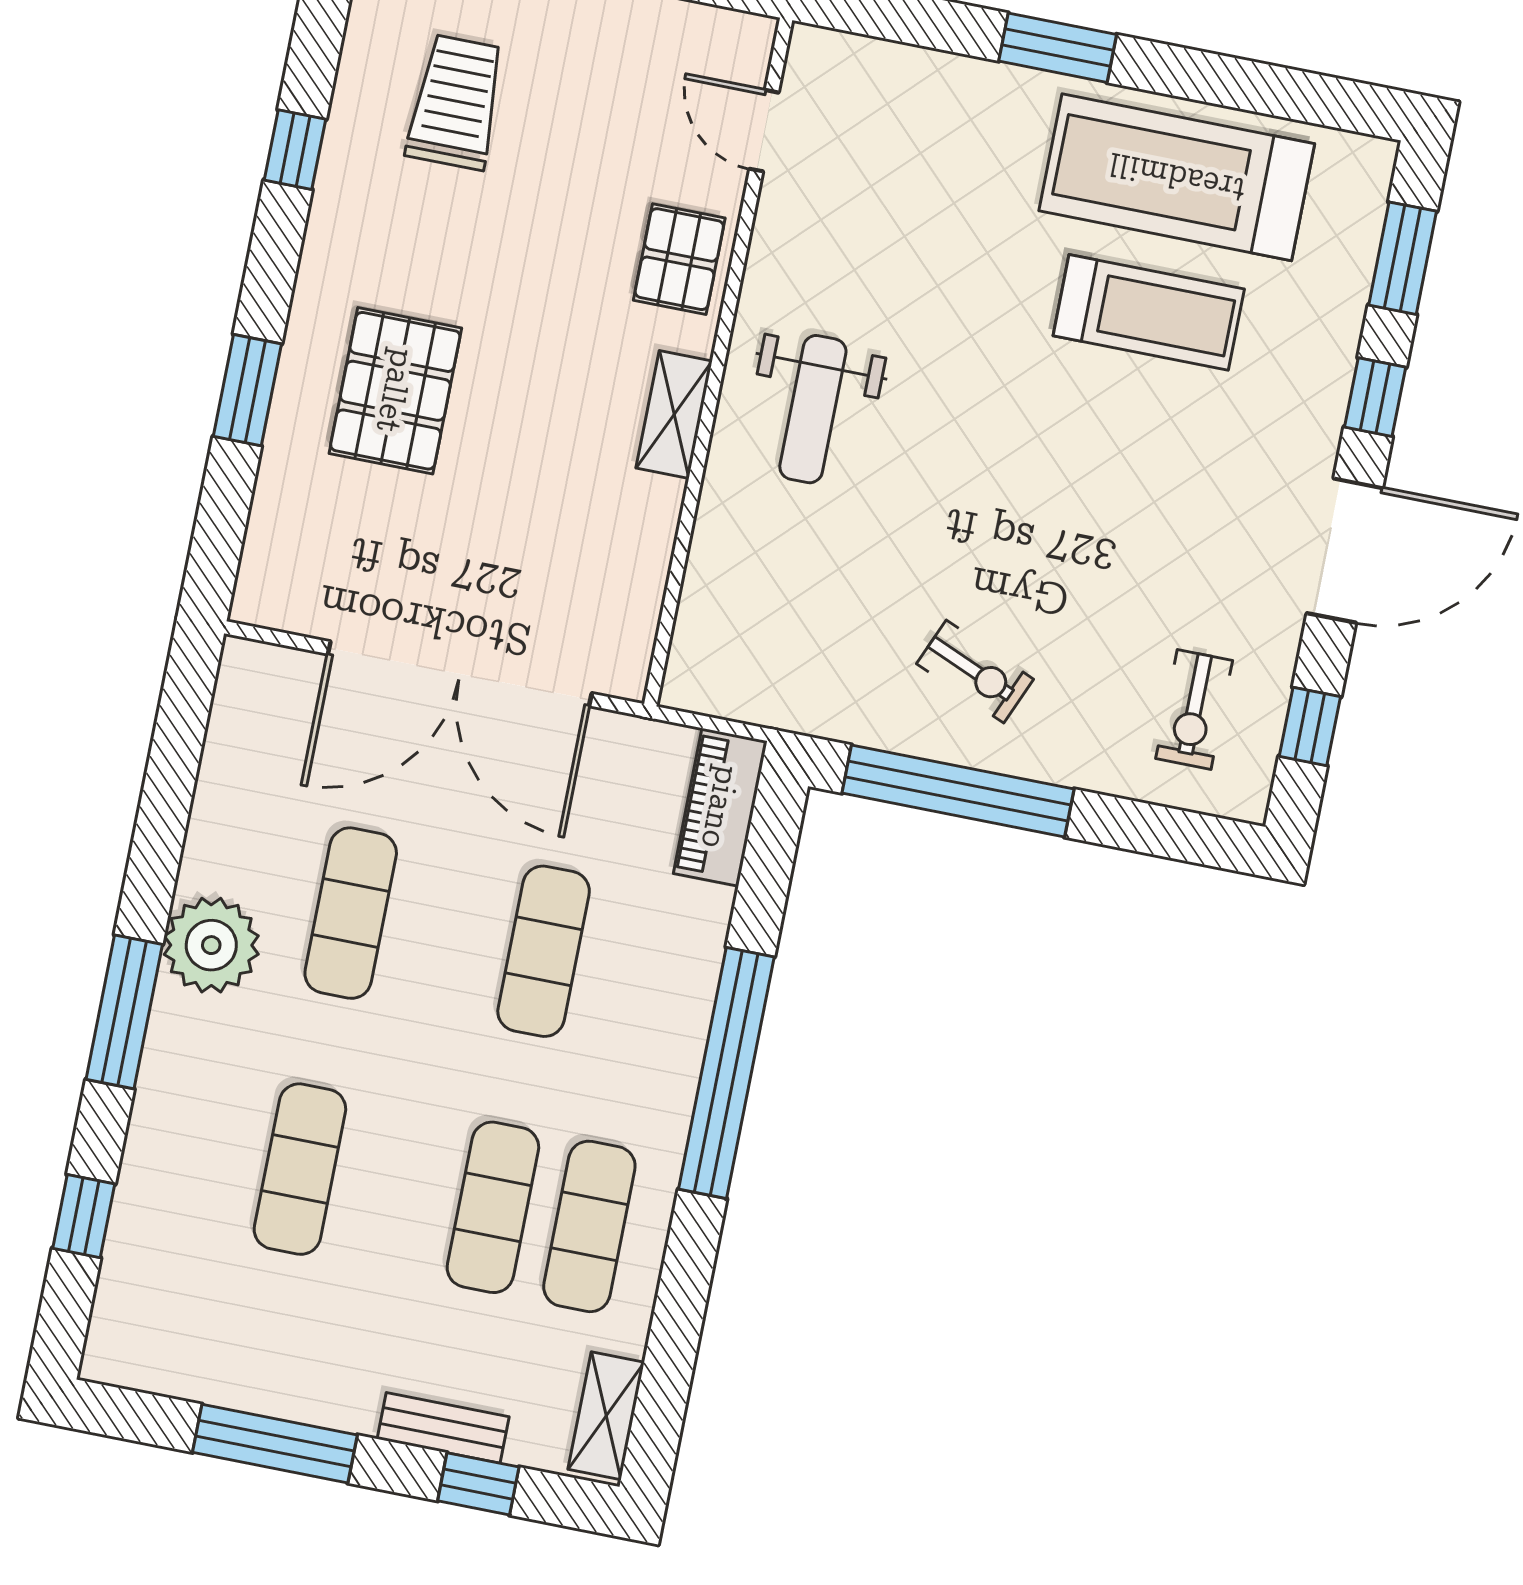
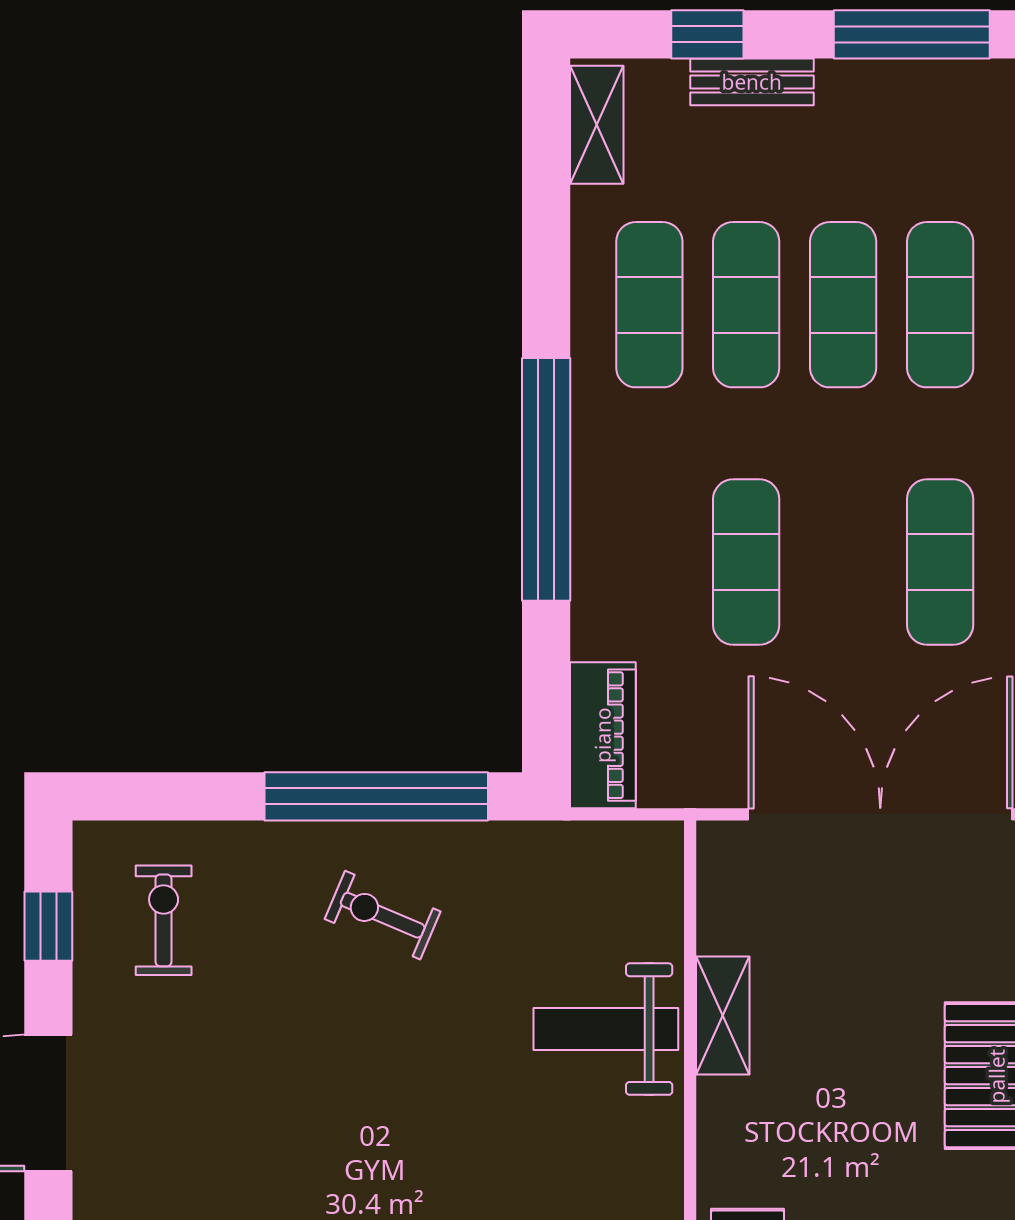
weight bench: (813, 409) -> (606, 1029), moved, turned -90
shelving: (674, 415) -> (723, 1016), moved
exercise mat: (396, 1188) -> (843, 305), added

